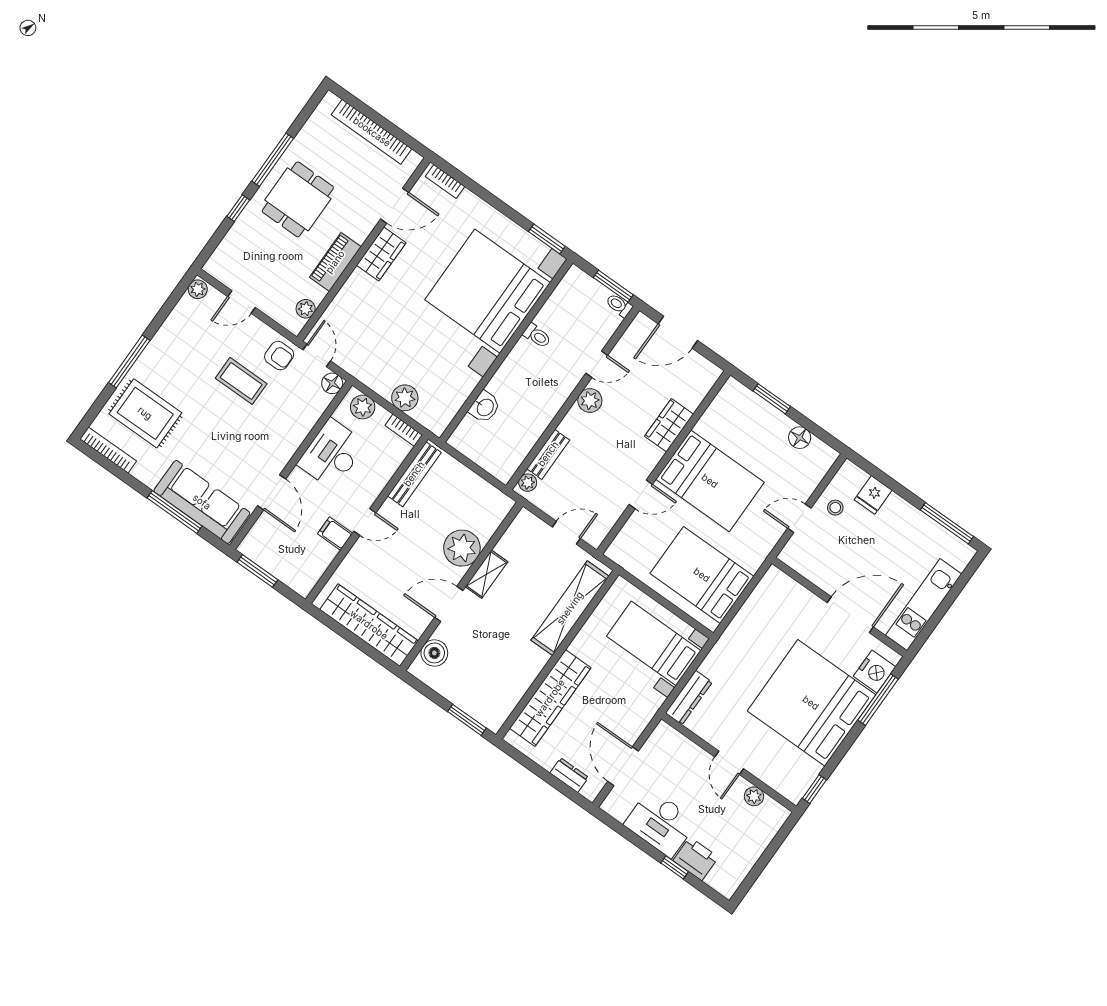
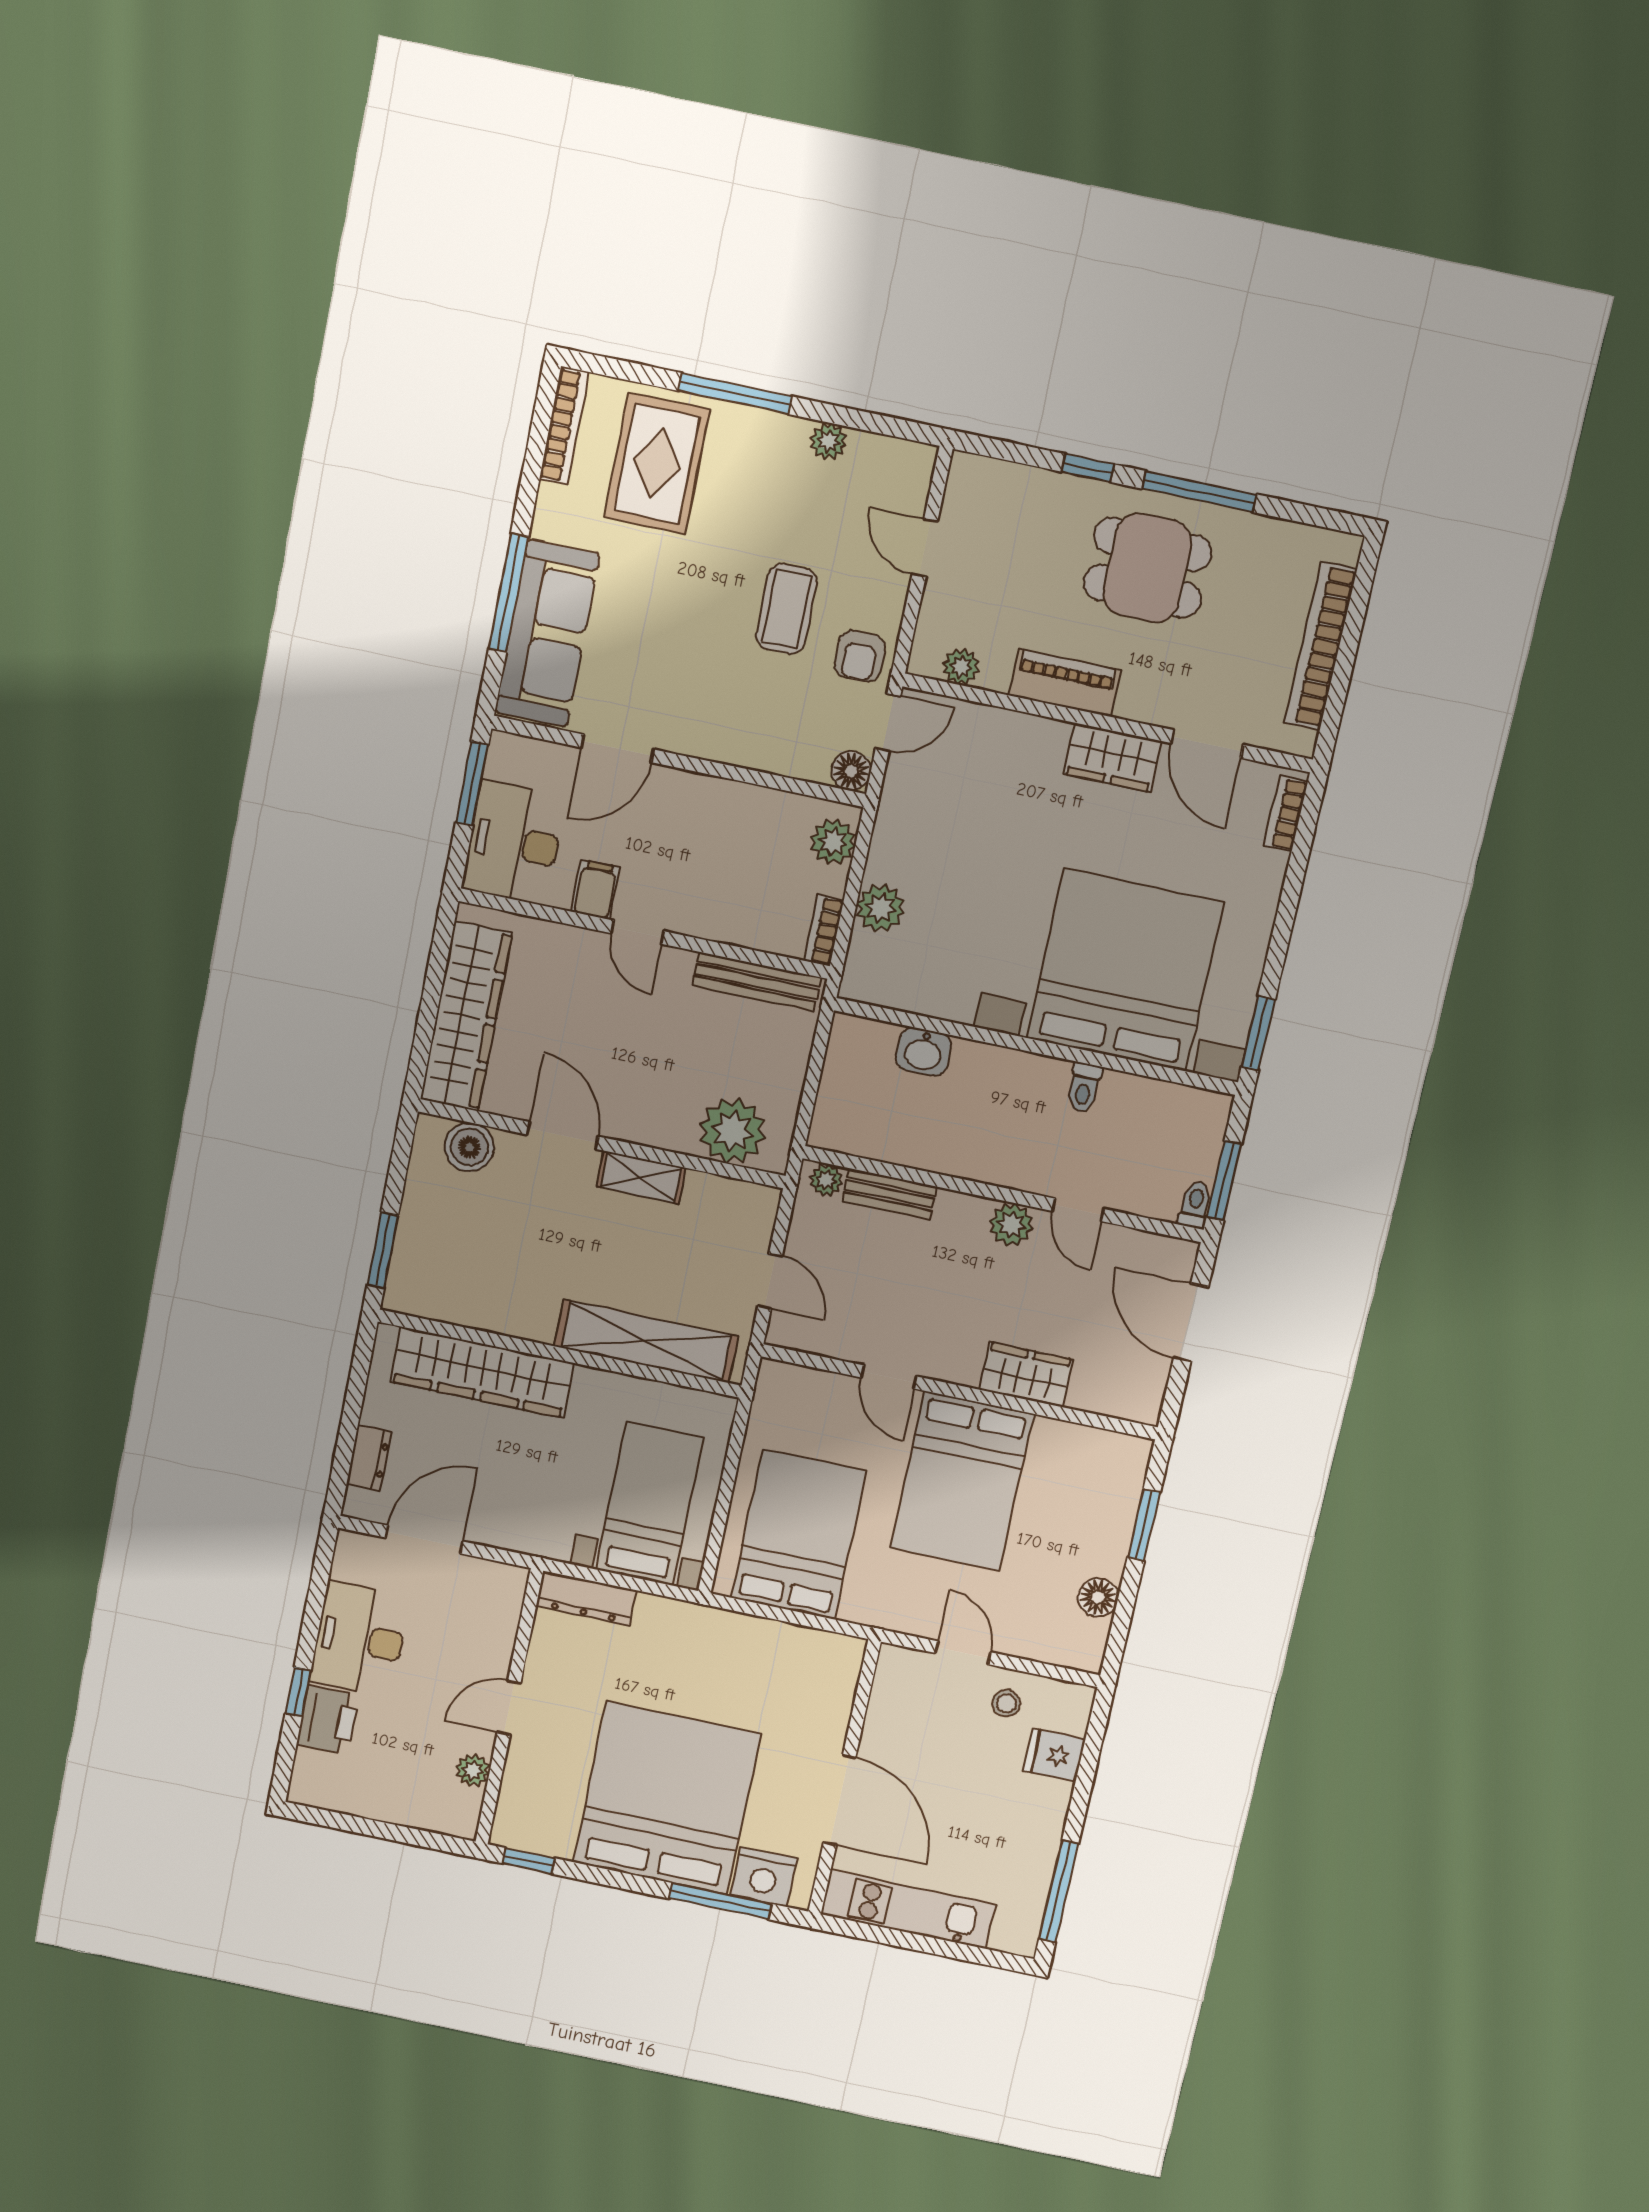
plant: (198, 289) -> (828, 441), moved
desk: (332, 454) -> (514, 843), moved, turned -90
plant: (462, 548) -> (732, 1131), moved

